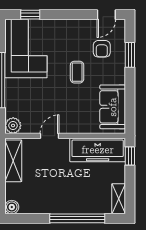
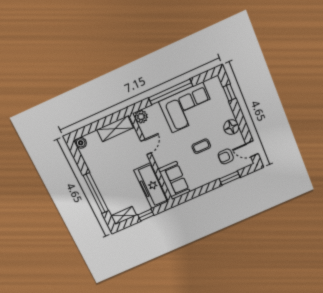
floor lamp: (70, 28) -> (231, 127), added
corner sofa: (26, 49) -> (187, 108), moved
sofa: (113, 107) -> (174, 181), moved, turned 90
door: (50, 136) -> (146, 147), hinge flipped
window: (130, 156) -> (146, 215), moved

